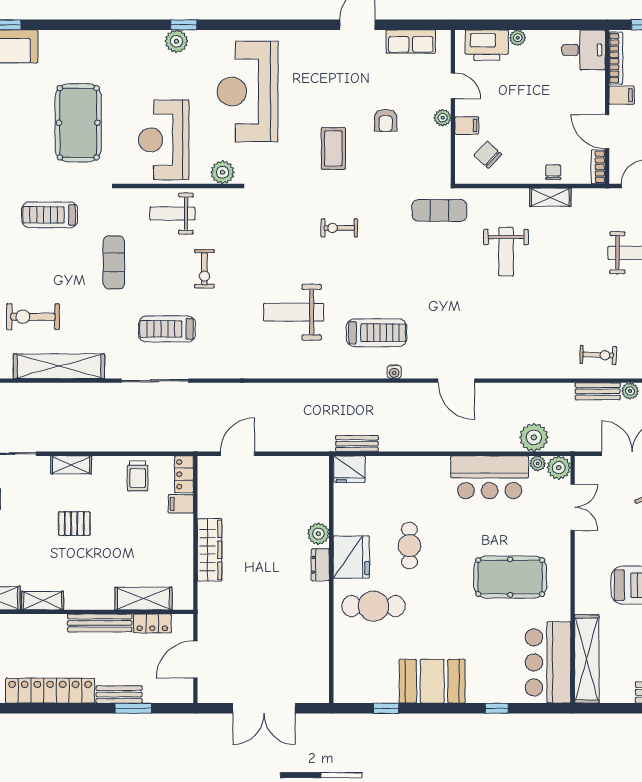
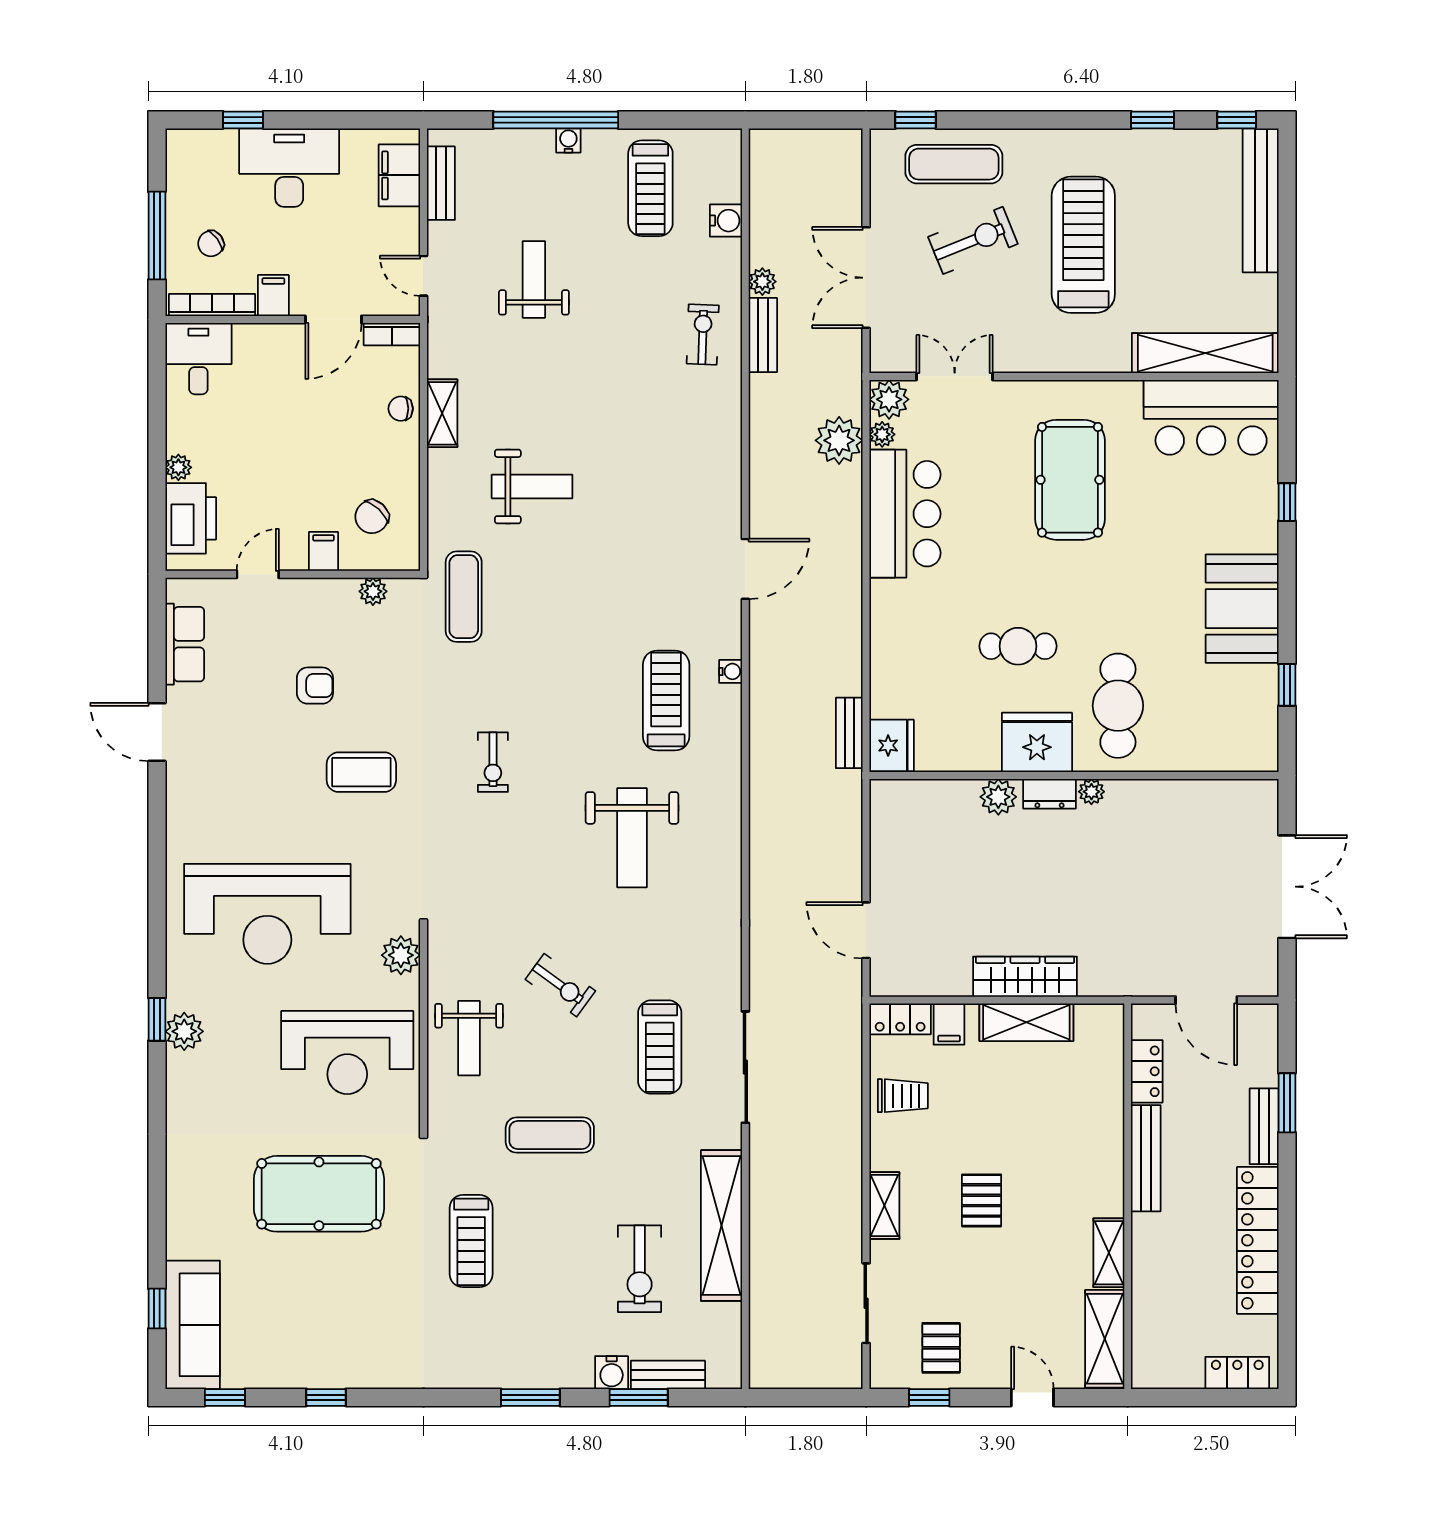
plant: (443, 118) -> (373, 591), moved
exercise bike: (204, 269) -> (560, 985), turned 36
plant: (321, 590) -> (1091, 792), added
shelving: (143, 599) -> (1026, 1022), moved, turned 90

